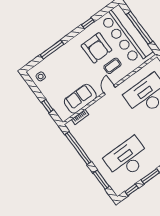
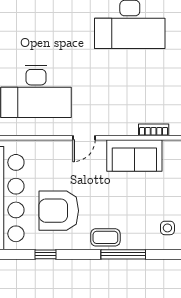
armchair: (96, 48) -> (59, 211), turned -90
coffee table: (112, 66) -> (105, 237), moved

